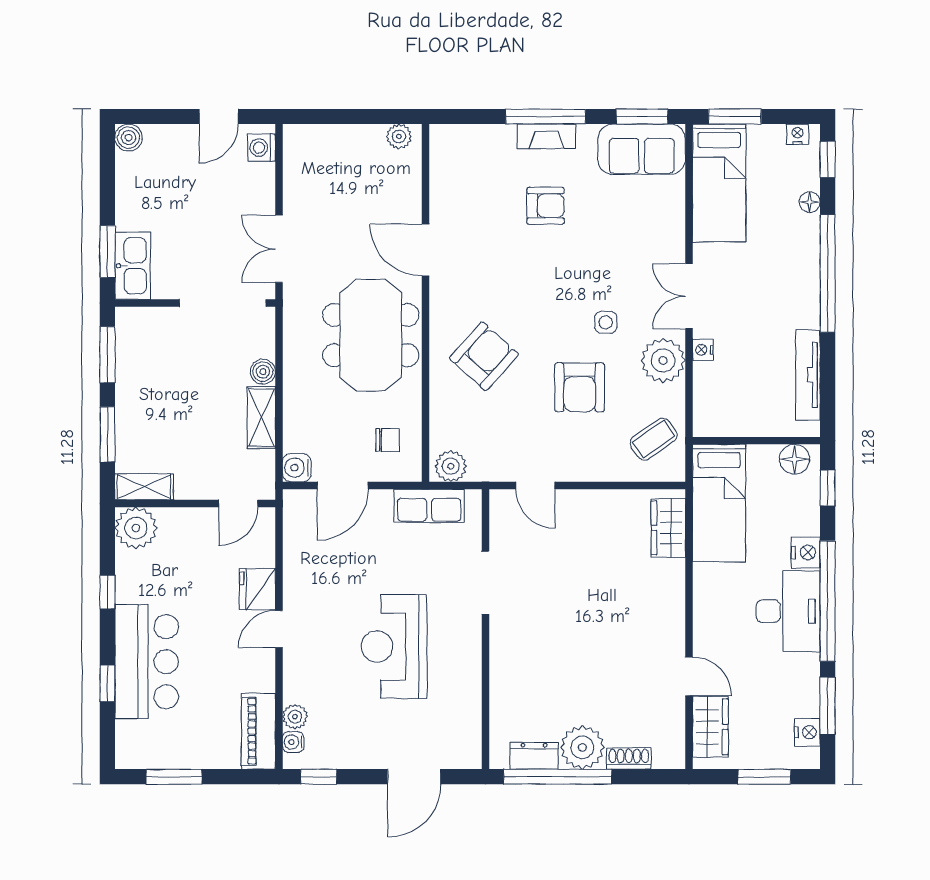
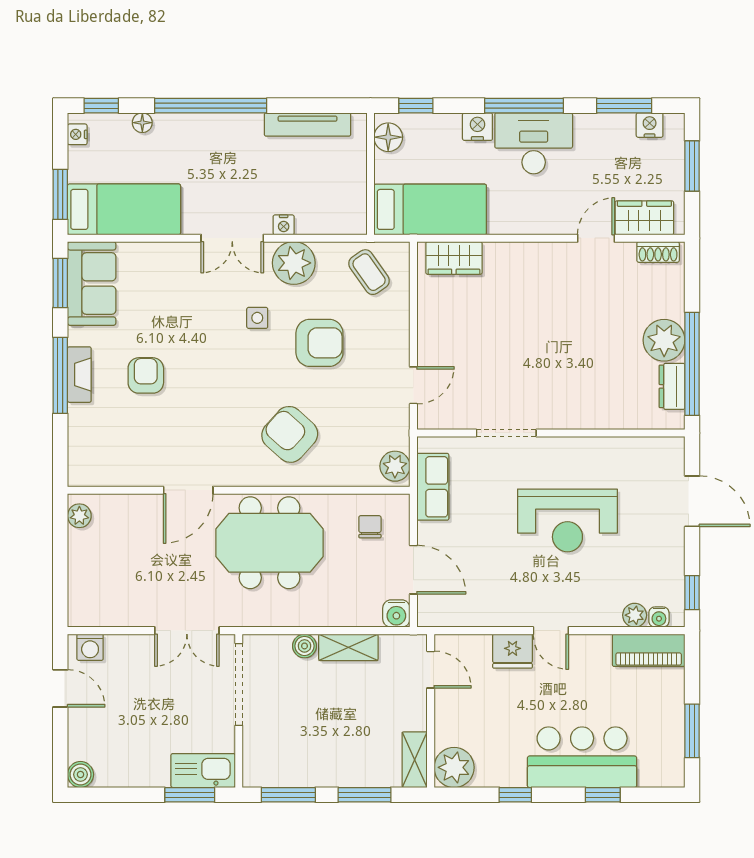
window: (828, 601) -> (524, 106), width x0.68
shoe rack: (629, 758) -> (658, 252), moved, turned -90

